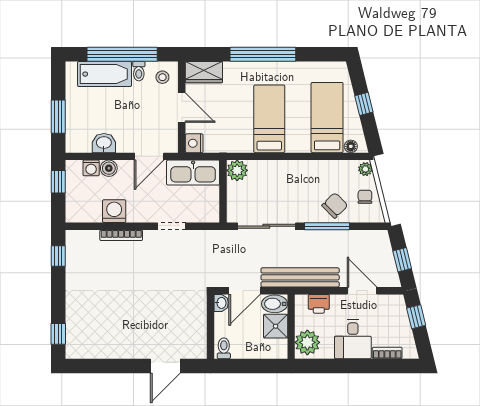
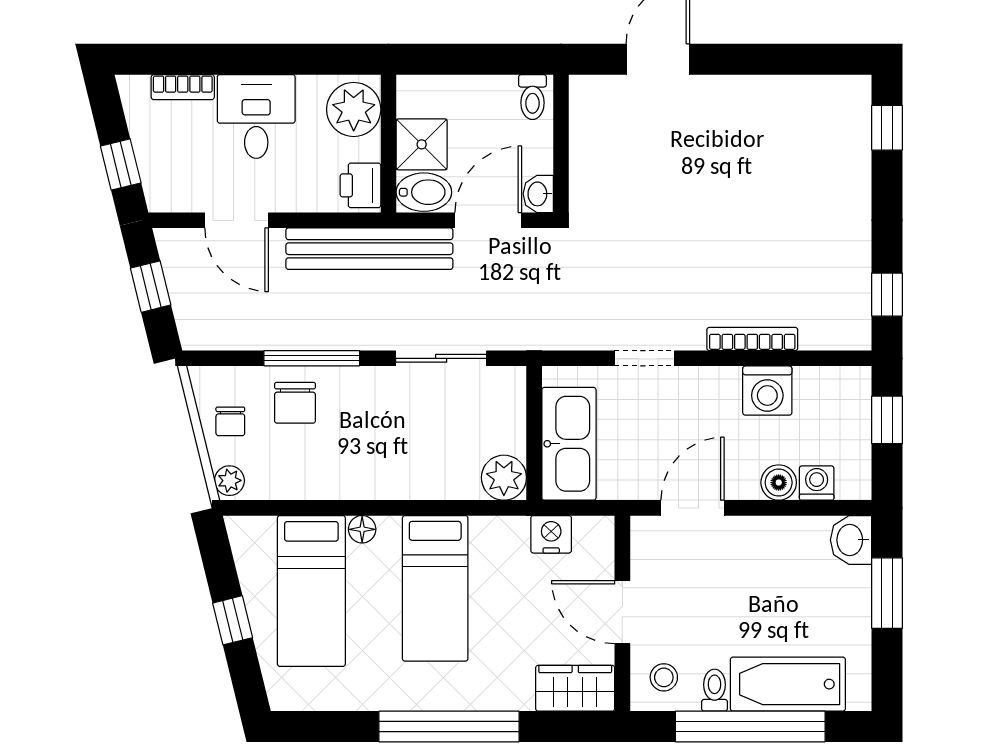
washbasin: (104, 143) -> (851, 540), moved, turned 90
nightstand: (194, 143) -> (551, 534), moved, turned -90
floor lamp: (351, 146) -> (362, 529), moved
kitchen sink: (193, 173) -> (569, 444), moved, turned 90
window: (58, 182) -> (887, 420), moved
chair: (335, 205) -> (295, 403), turned -45
sliding door: (266, 226) -> (441, 358), width x0.73
printer: (319, 304) -> (360, 185), moved, turned -90

